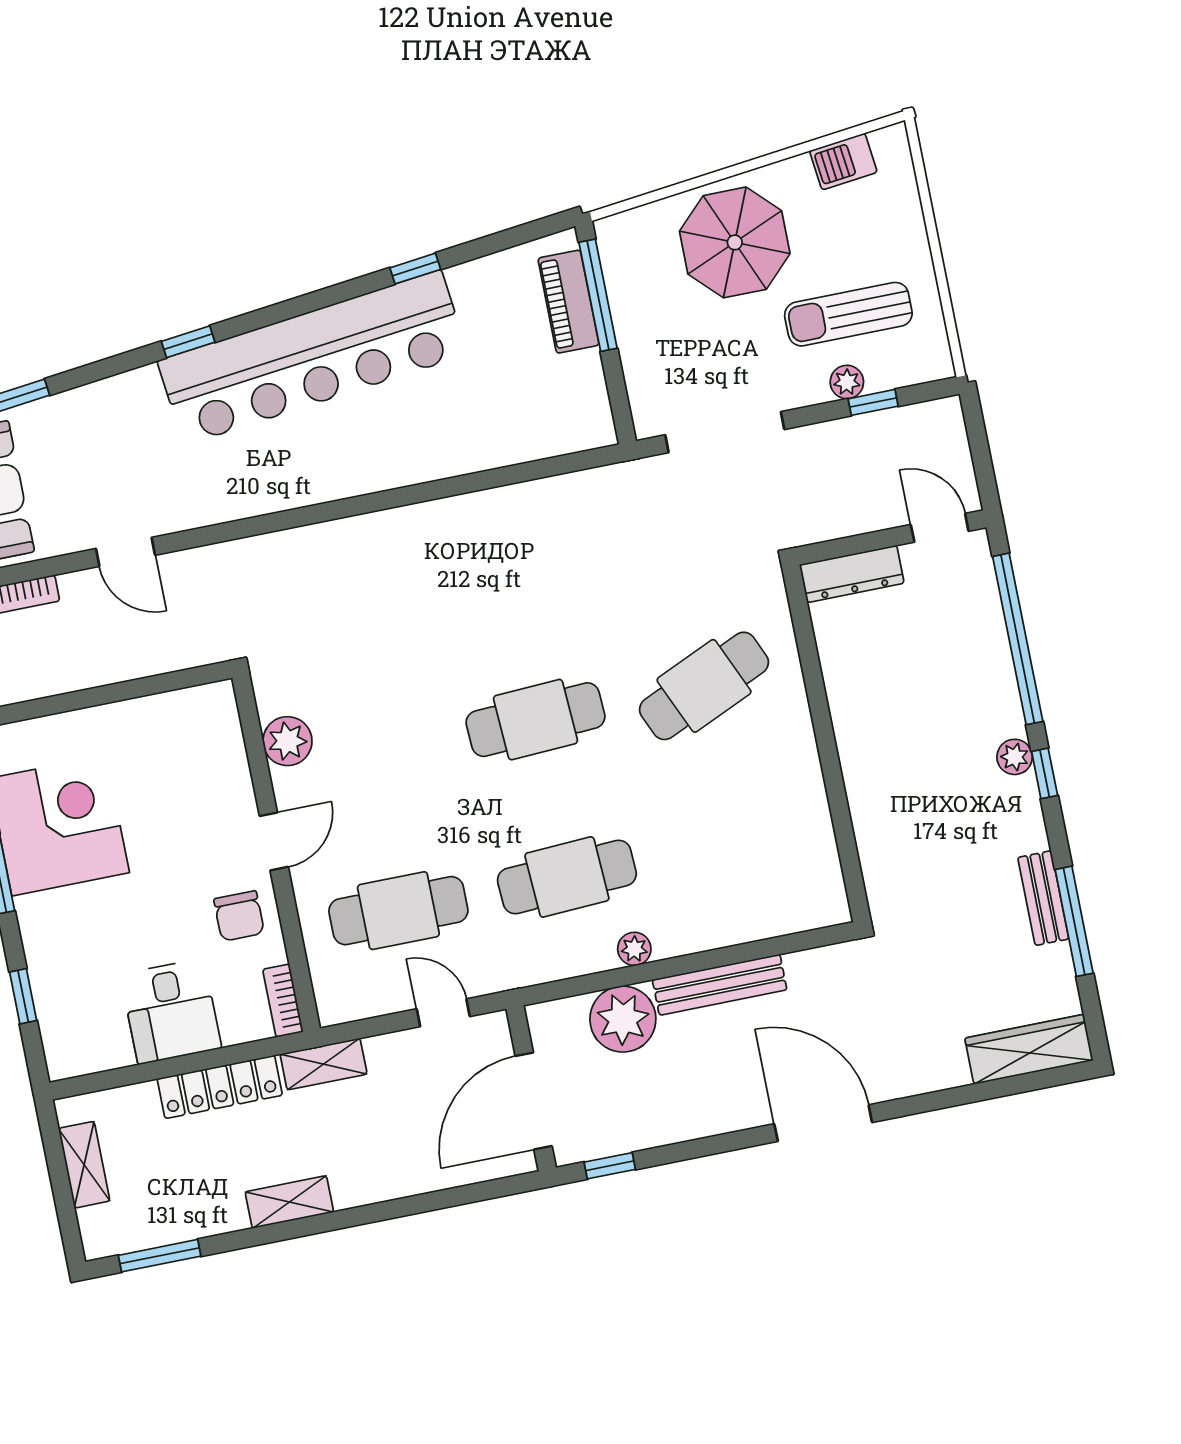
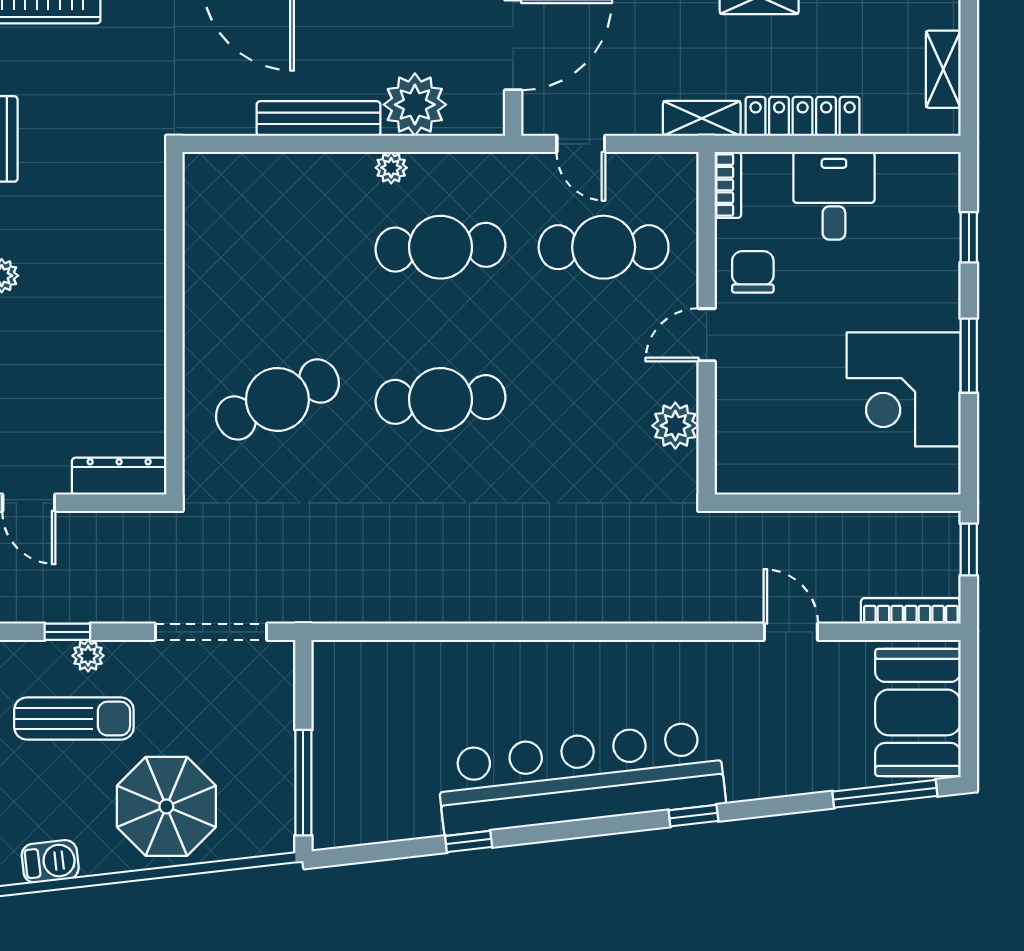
piano: (568, 302) -> (332, 782), removed

